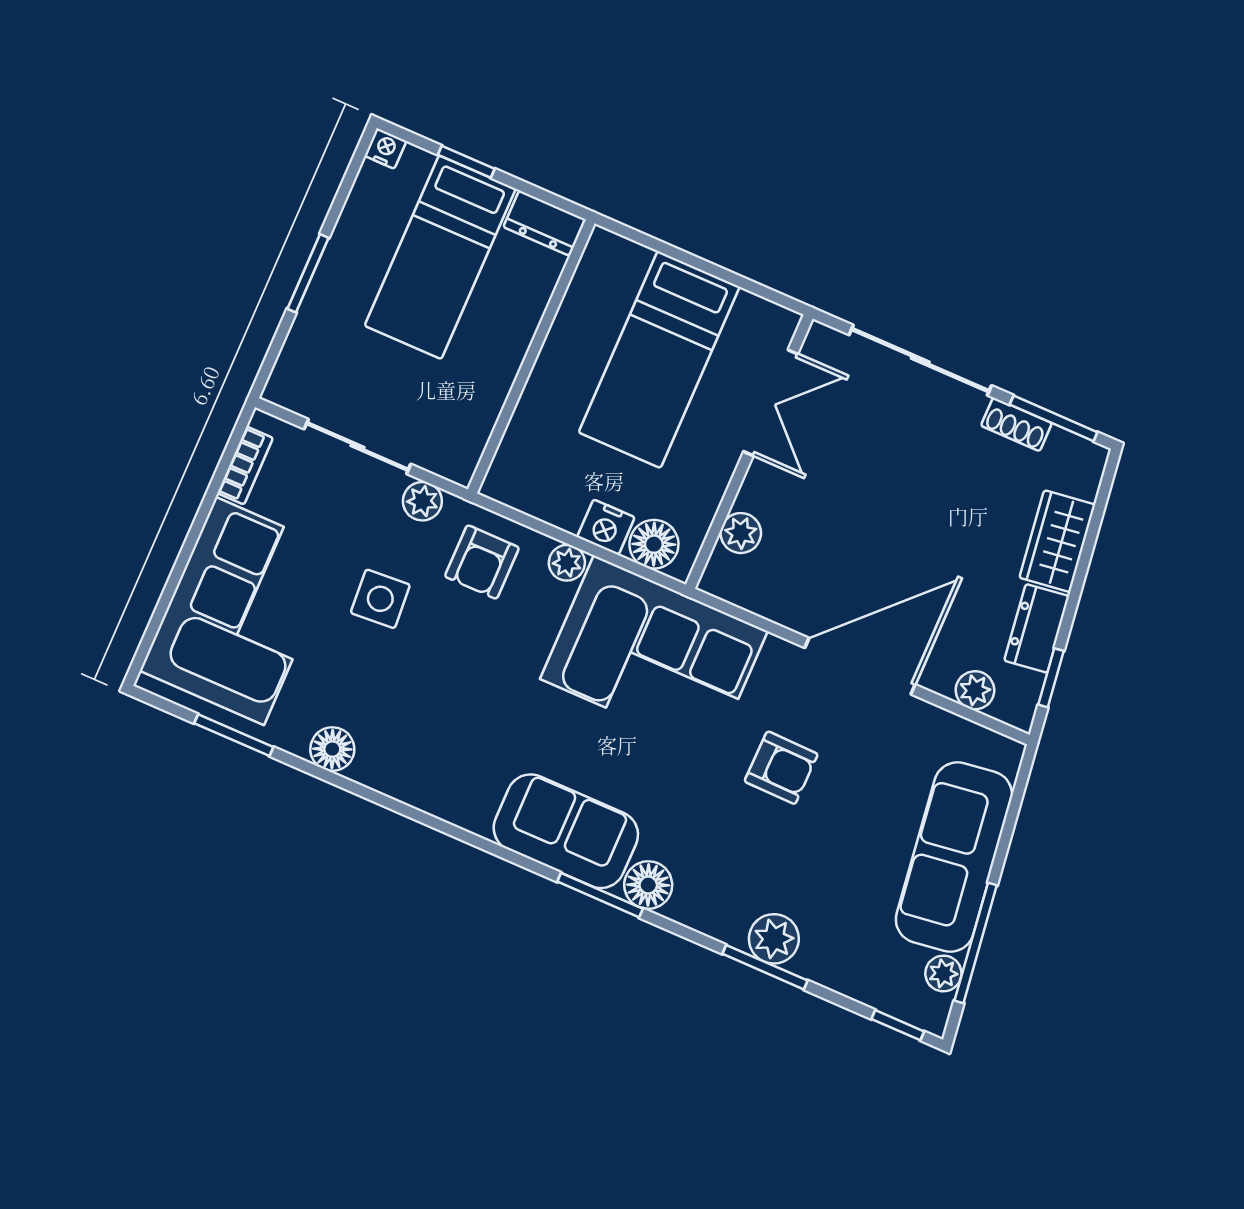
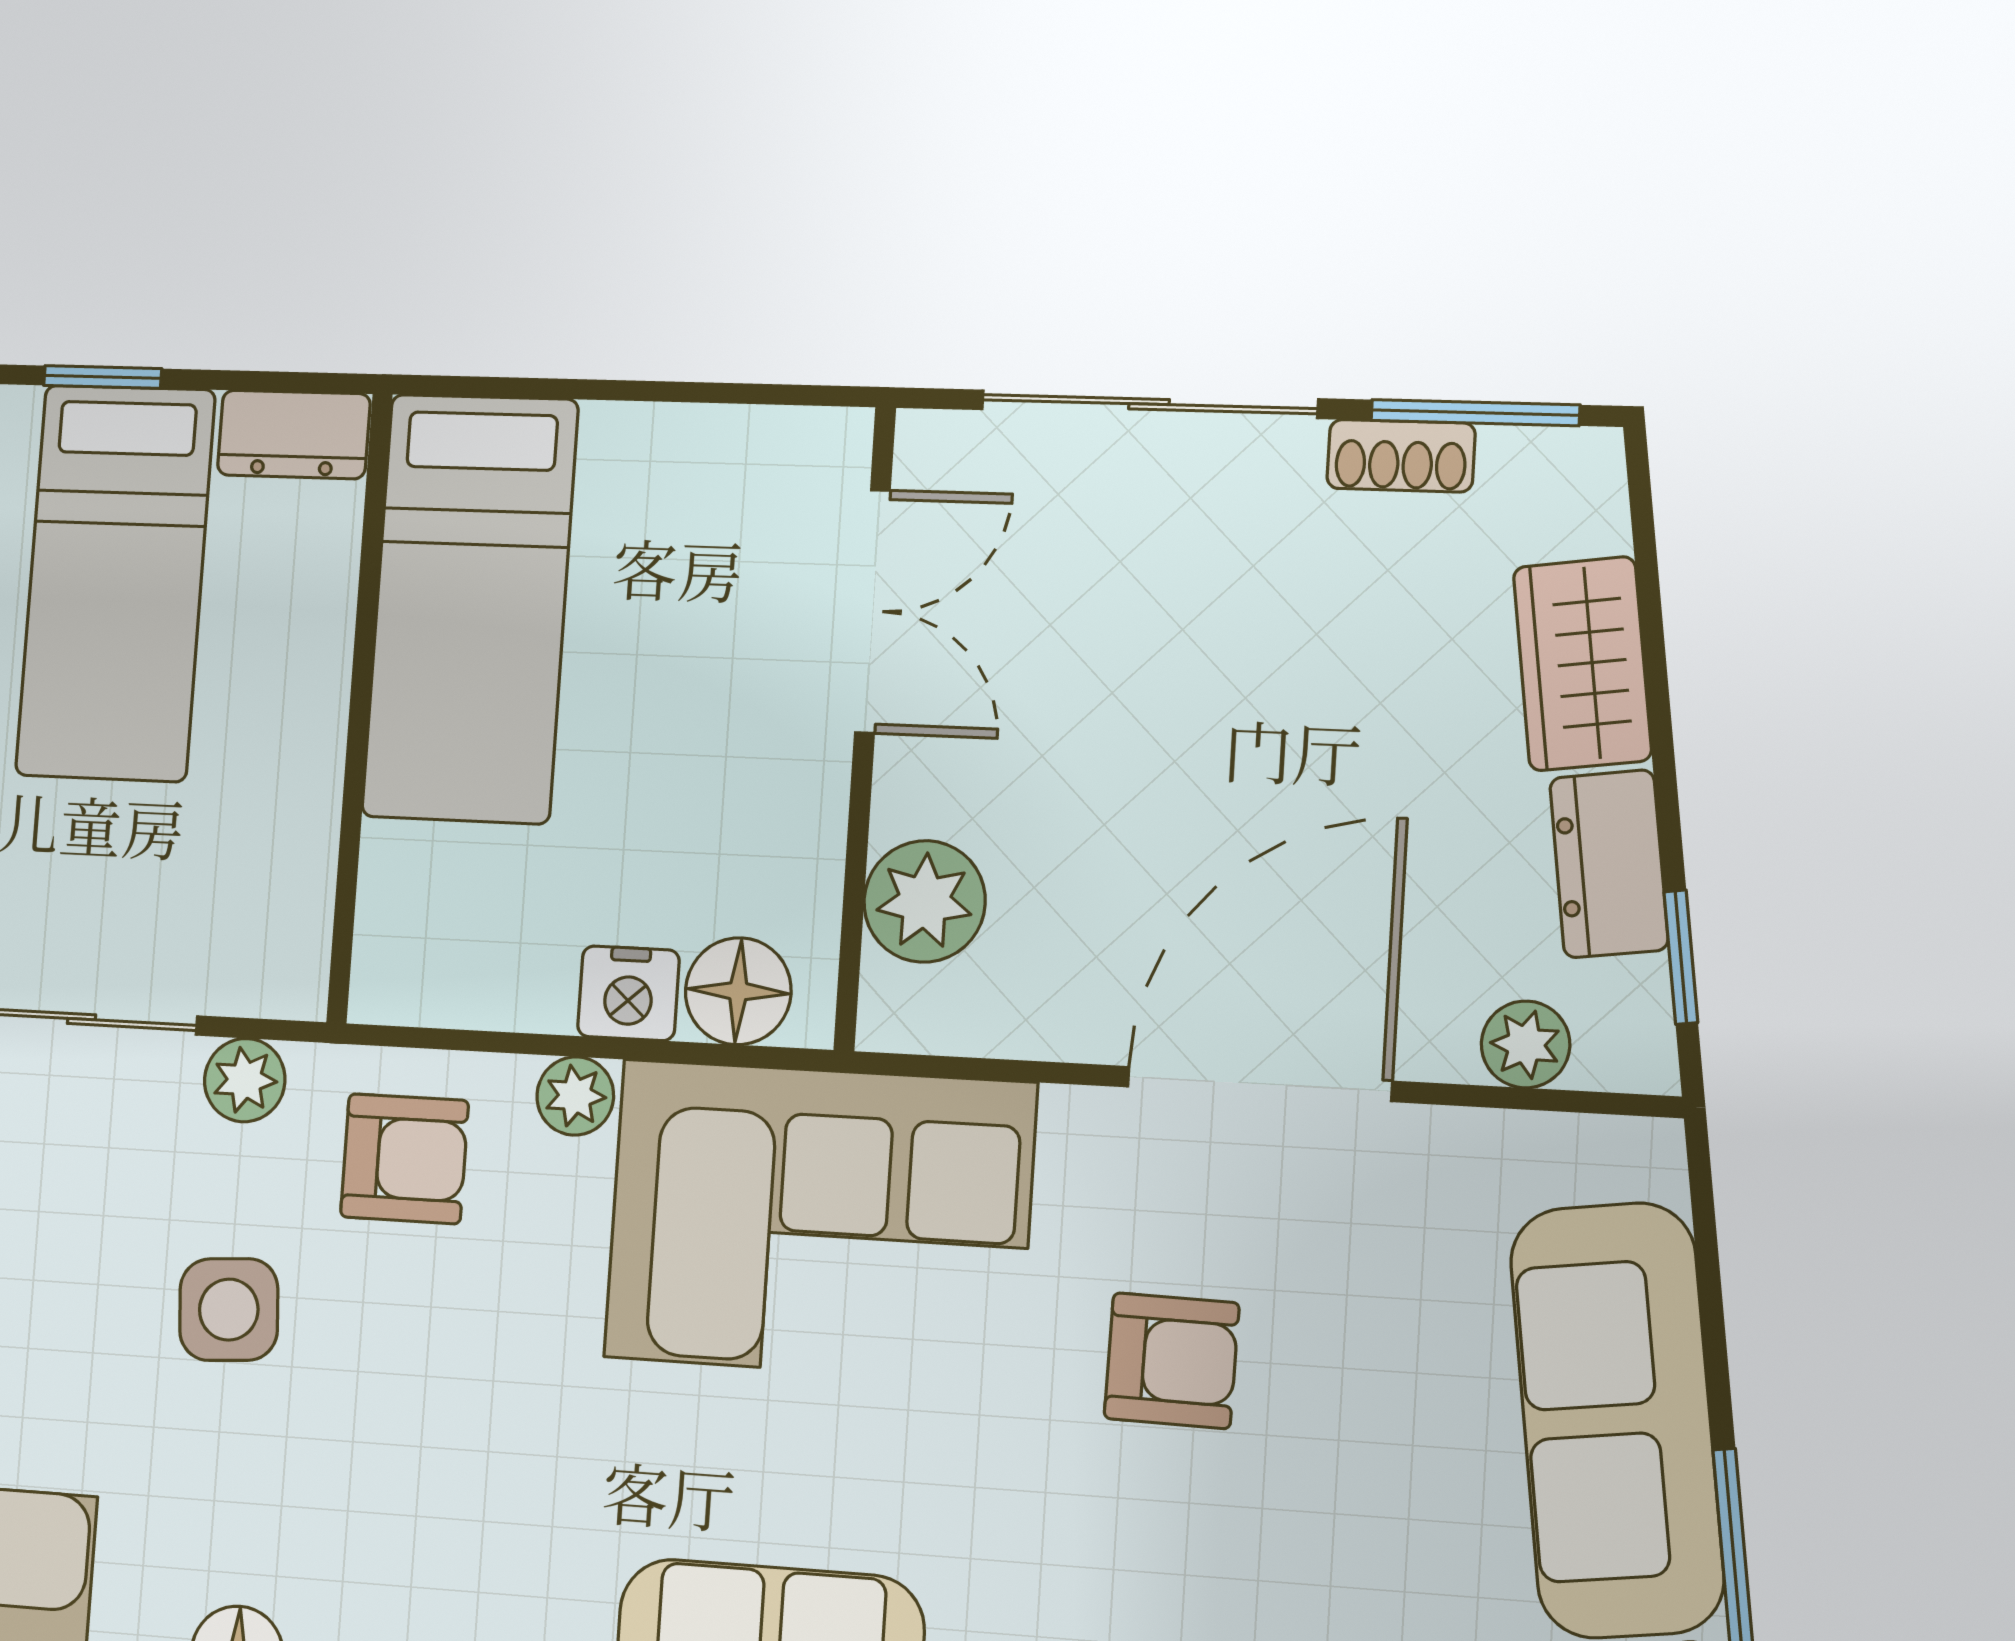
bed: (659, 359) -> (470, 608), moved
plant: (741, 533) -> (925, 901), width x1.38, depth x1.38
armchair: (482, 562) -> (404, 1159), turned -90

